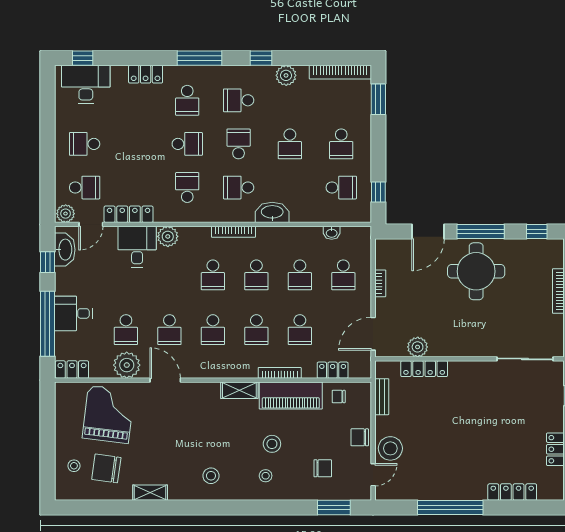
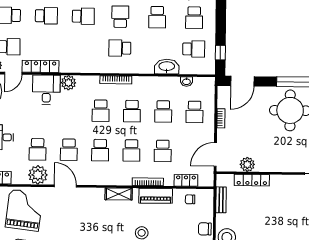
school desk: (187, 188) -> (46, 16), moved, turned 90
washbasin: (272, 212) -> (167, 67), moved
door: (428, 231) -> (242, 81), moved
piano: (291, 396) -> (156, 196), width x0.73, depth x0.75

